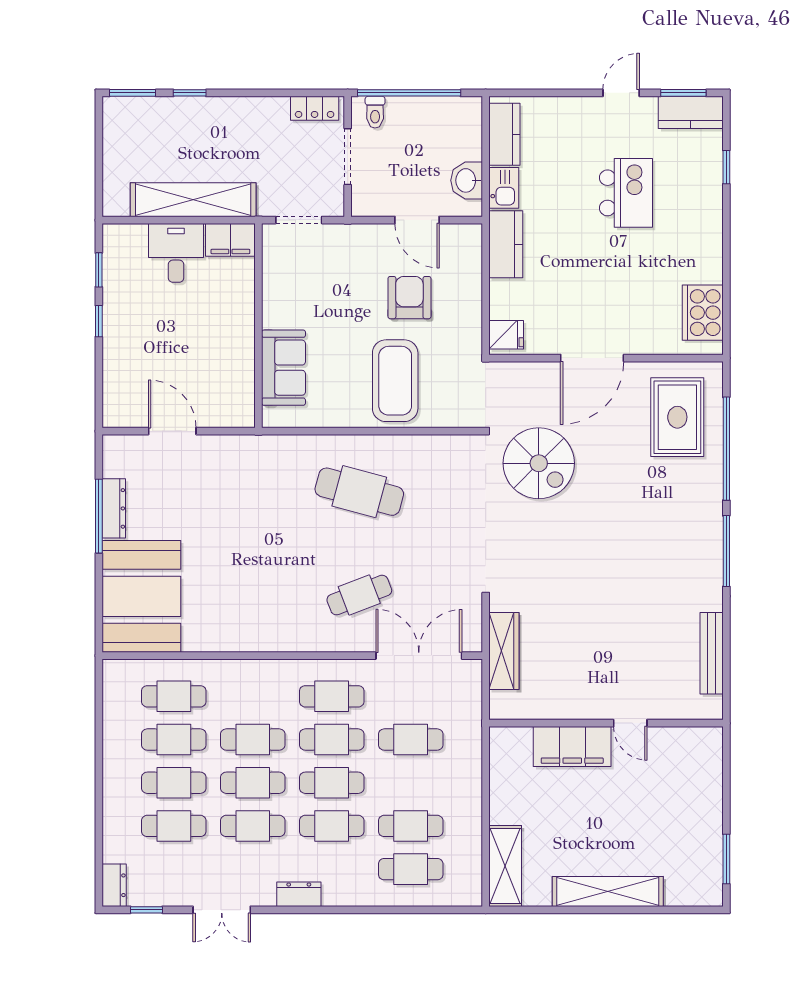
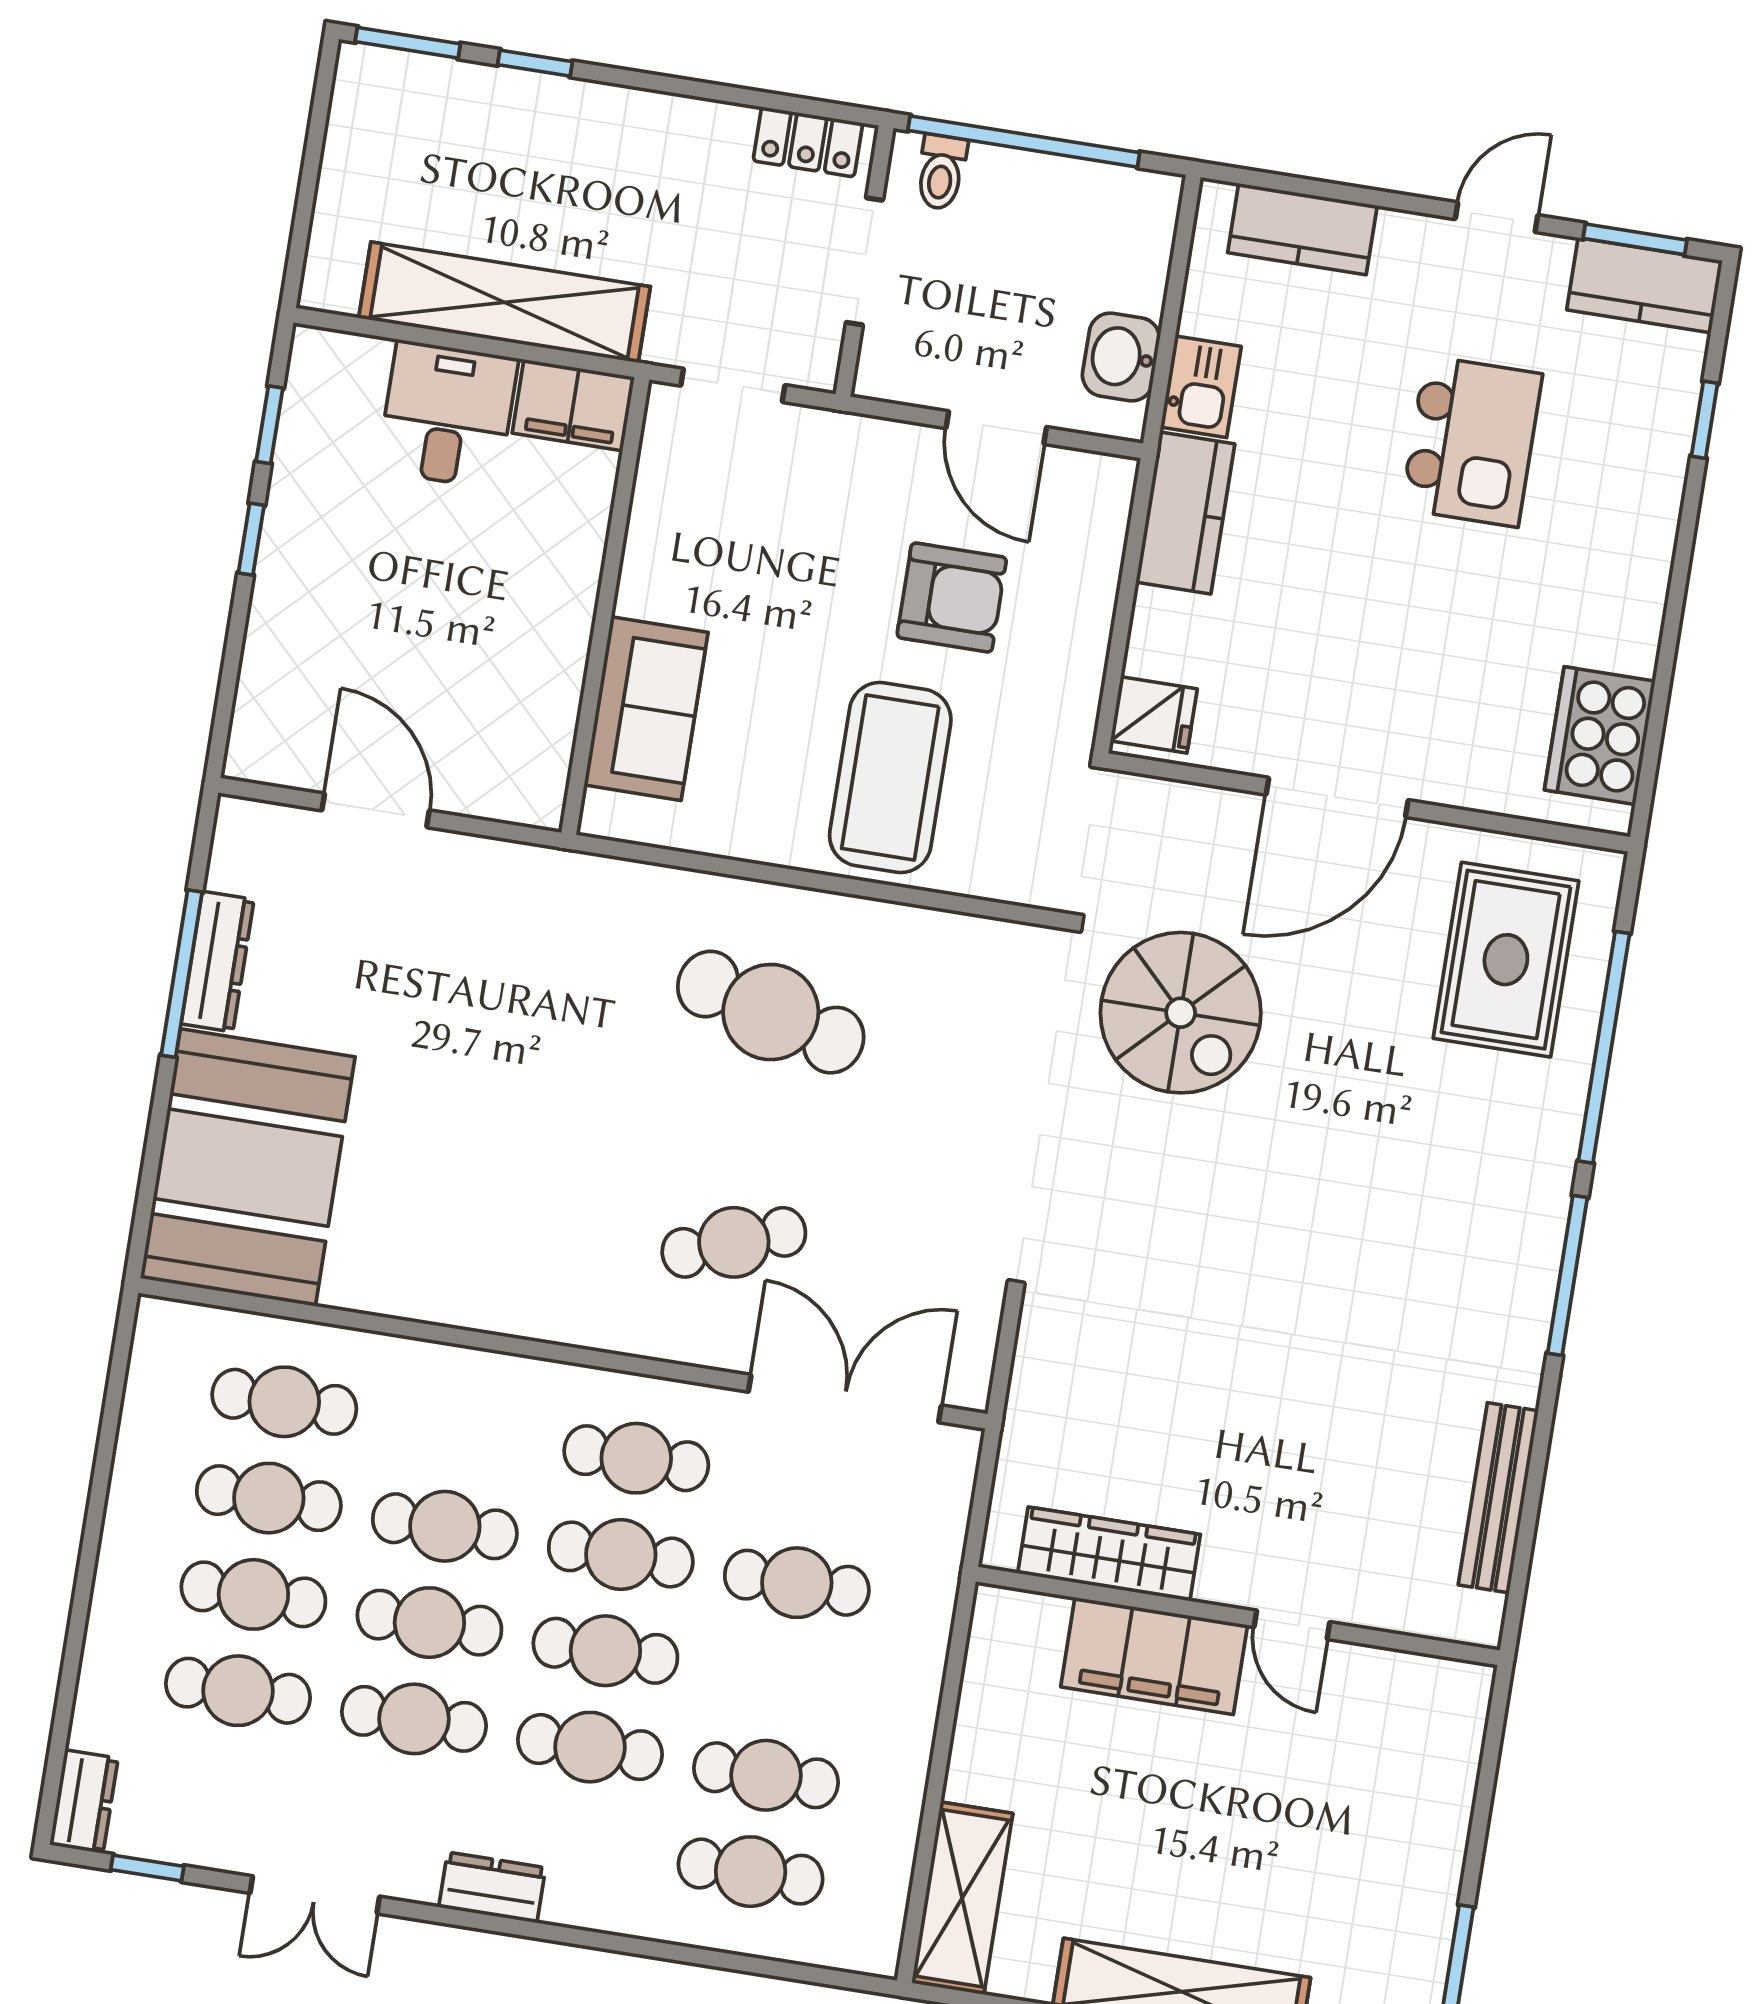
kitchen counter: (504, 134) -> (1302, 229), moved, turned 90
armchair: (409, 298) -> (952, 597), turned 90
wardrobe: (504, 651) -> (1109, 1554), moved, turned -90

